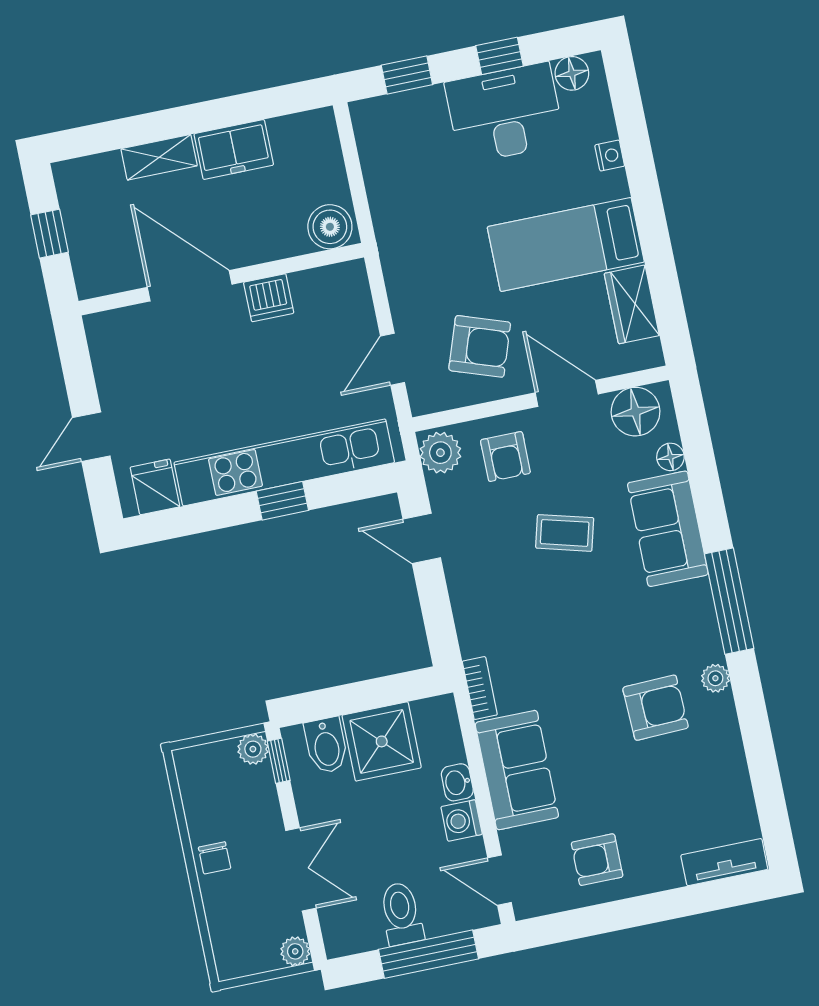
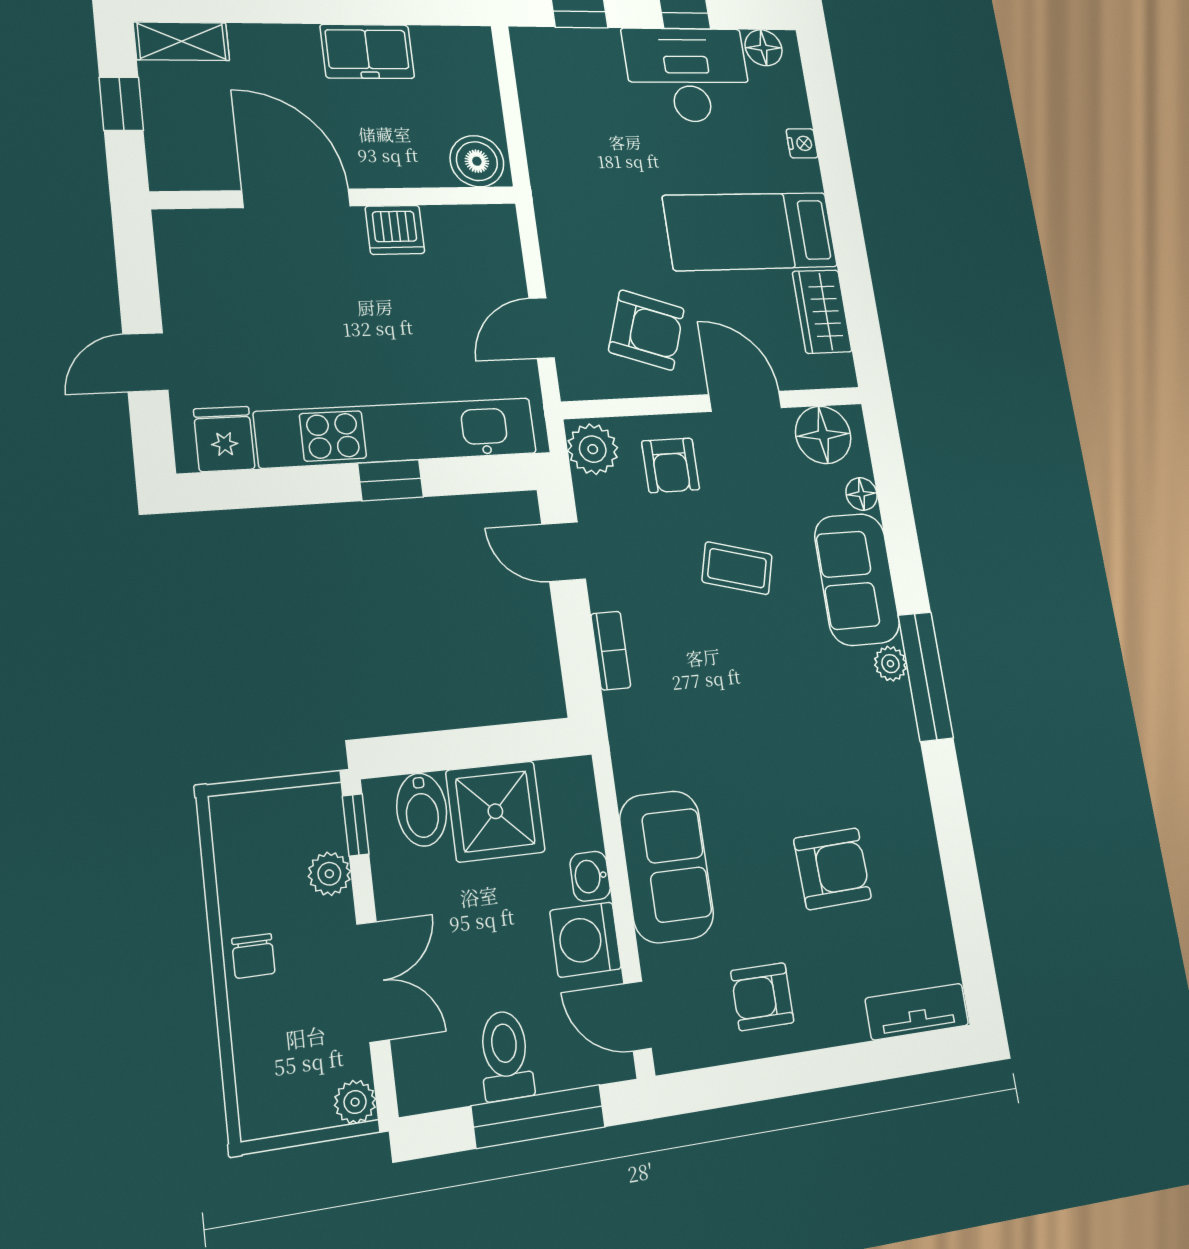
shelving: (159, 157) -> (182, 41), moved
plant: (715, 678) -> (890, 664), moved
bookcase: (480, 688) -> (611, 651), moved
armchair: (655, 708) -> (833, 869), moved
plant: (253, 749) -> (329, 874), moved
washing machine: (462, 821) -> (585, 940), width x1.38, depth x1.38

